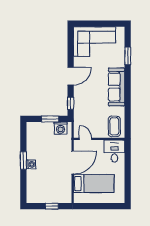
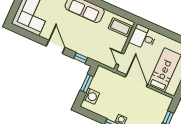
washing machine: (61, 128) -> (91, 96), moved
door: (86, 139) -> (120, 59), hinge flipped

